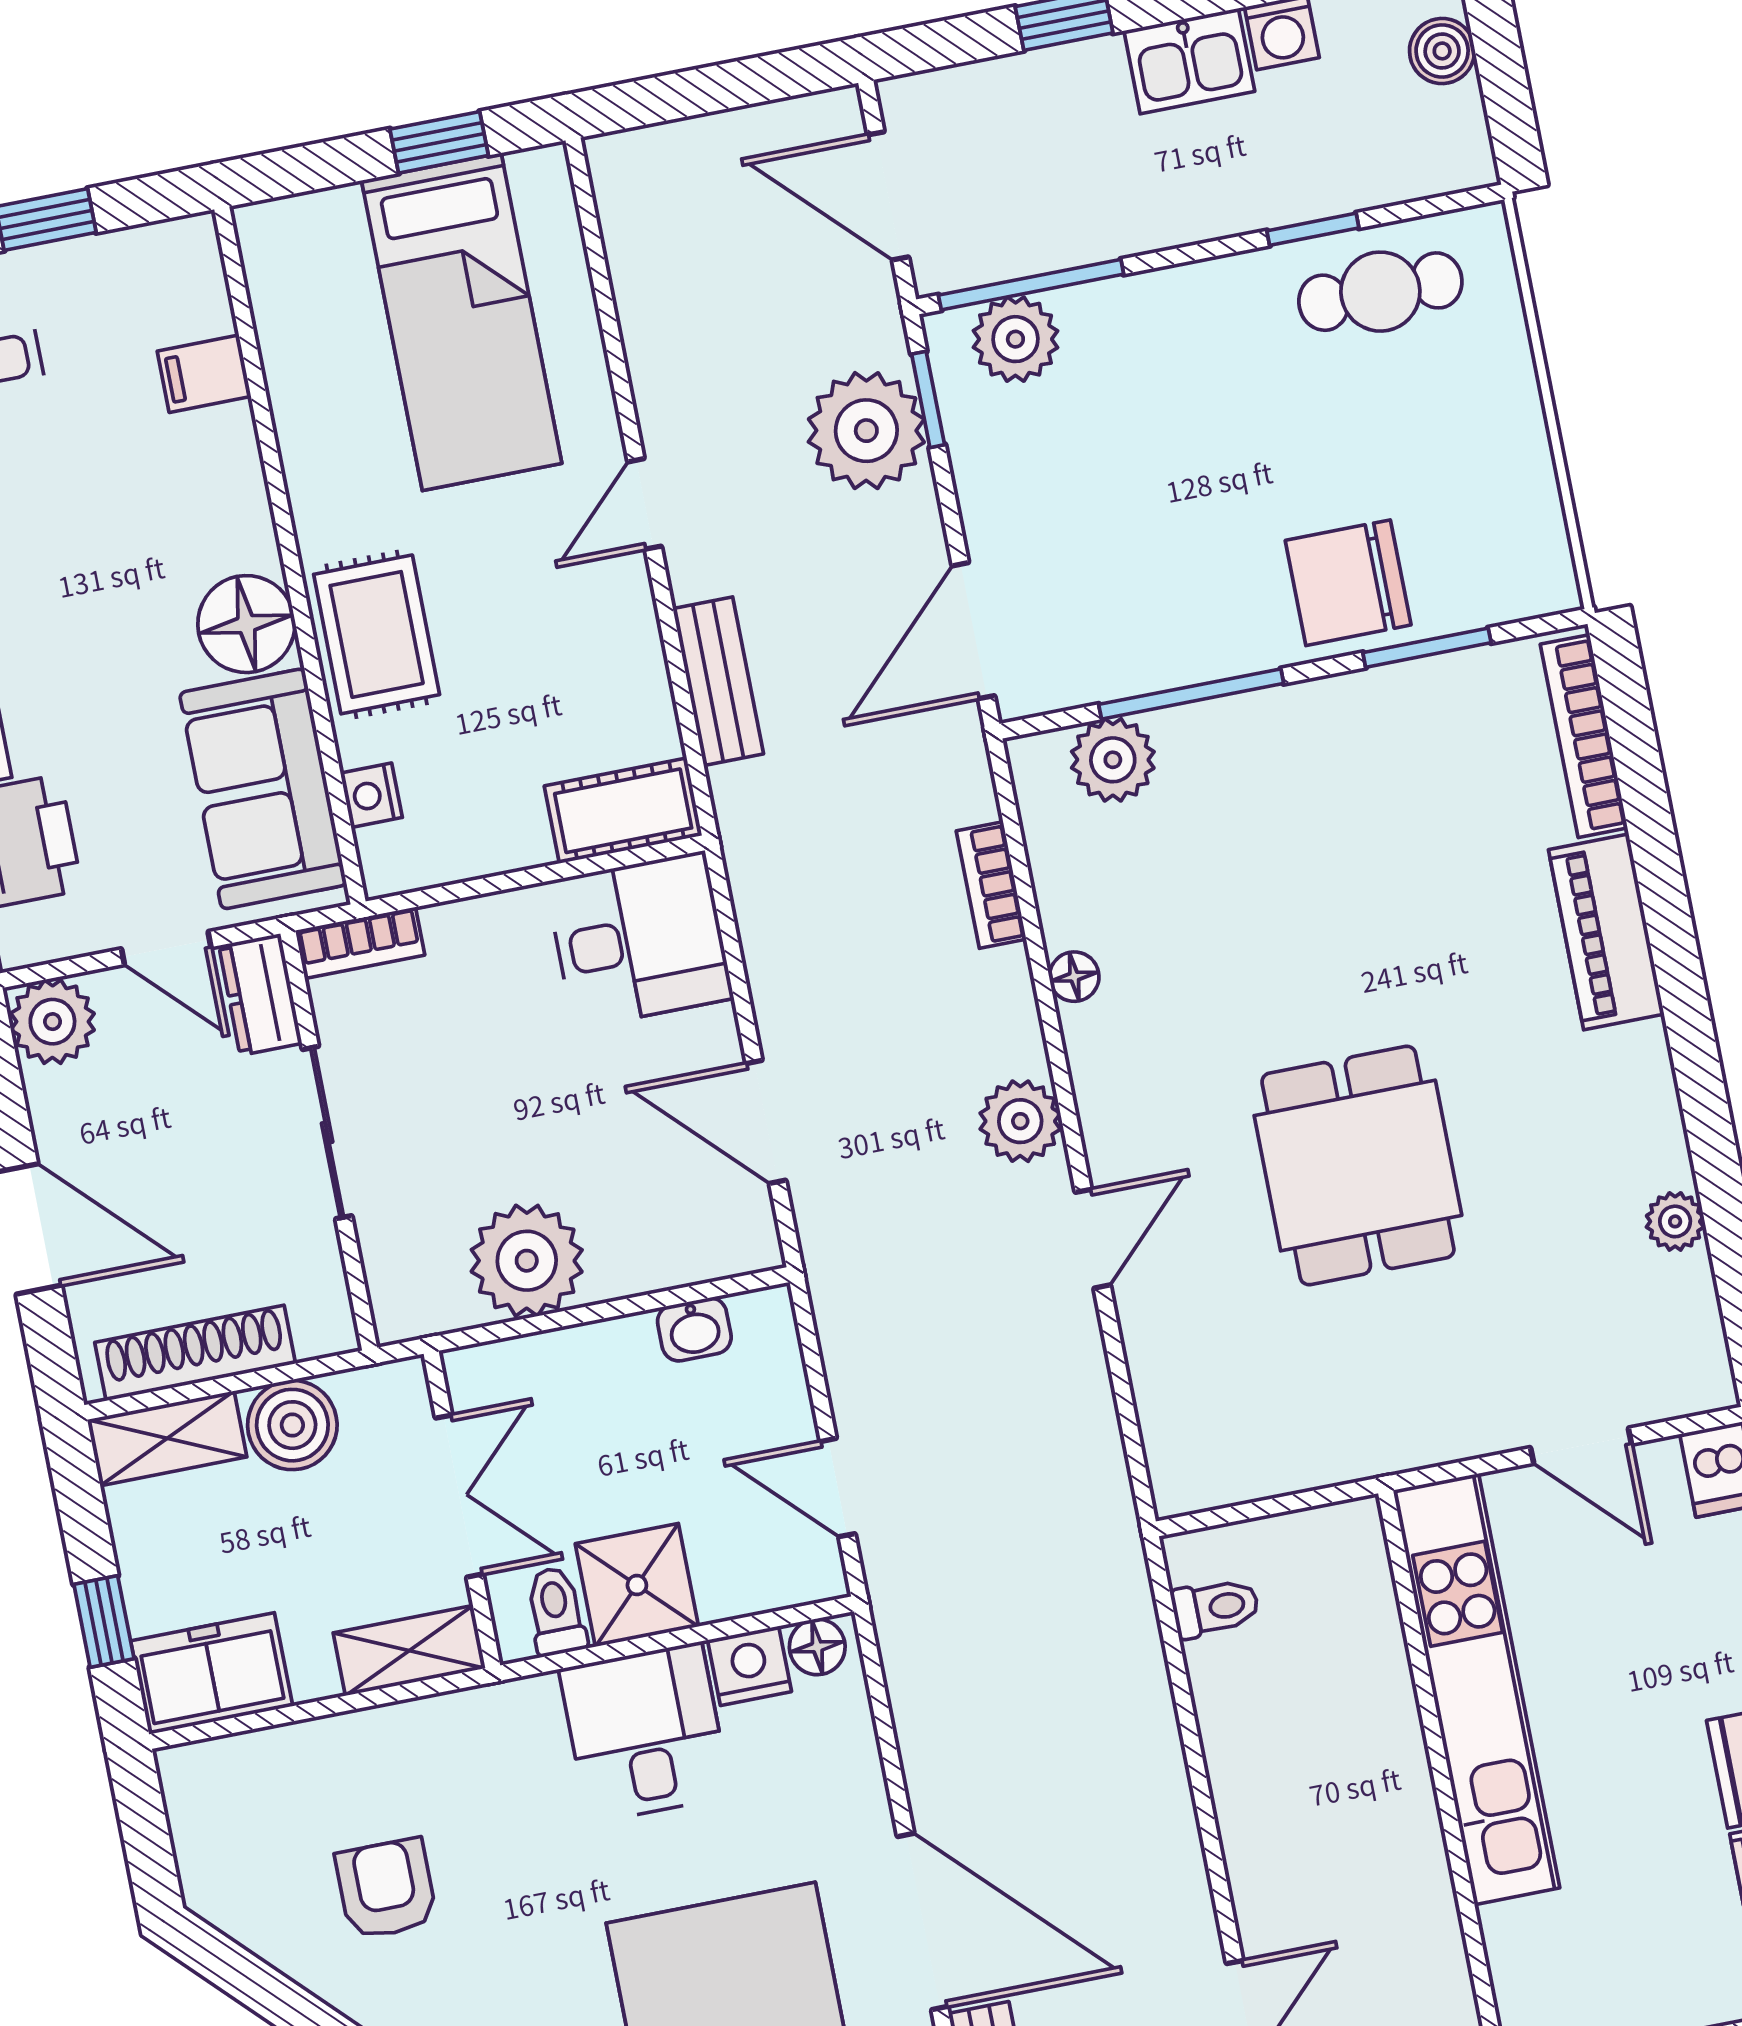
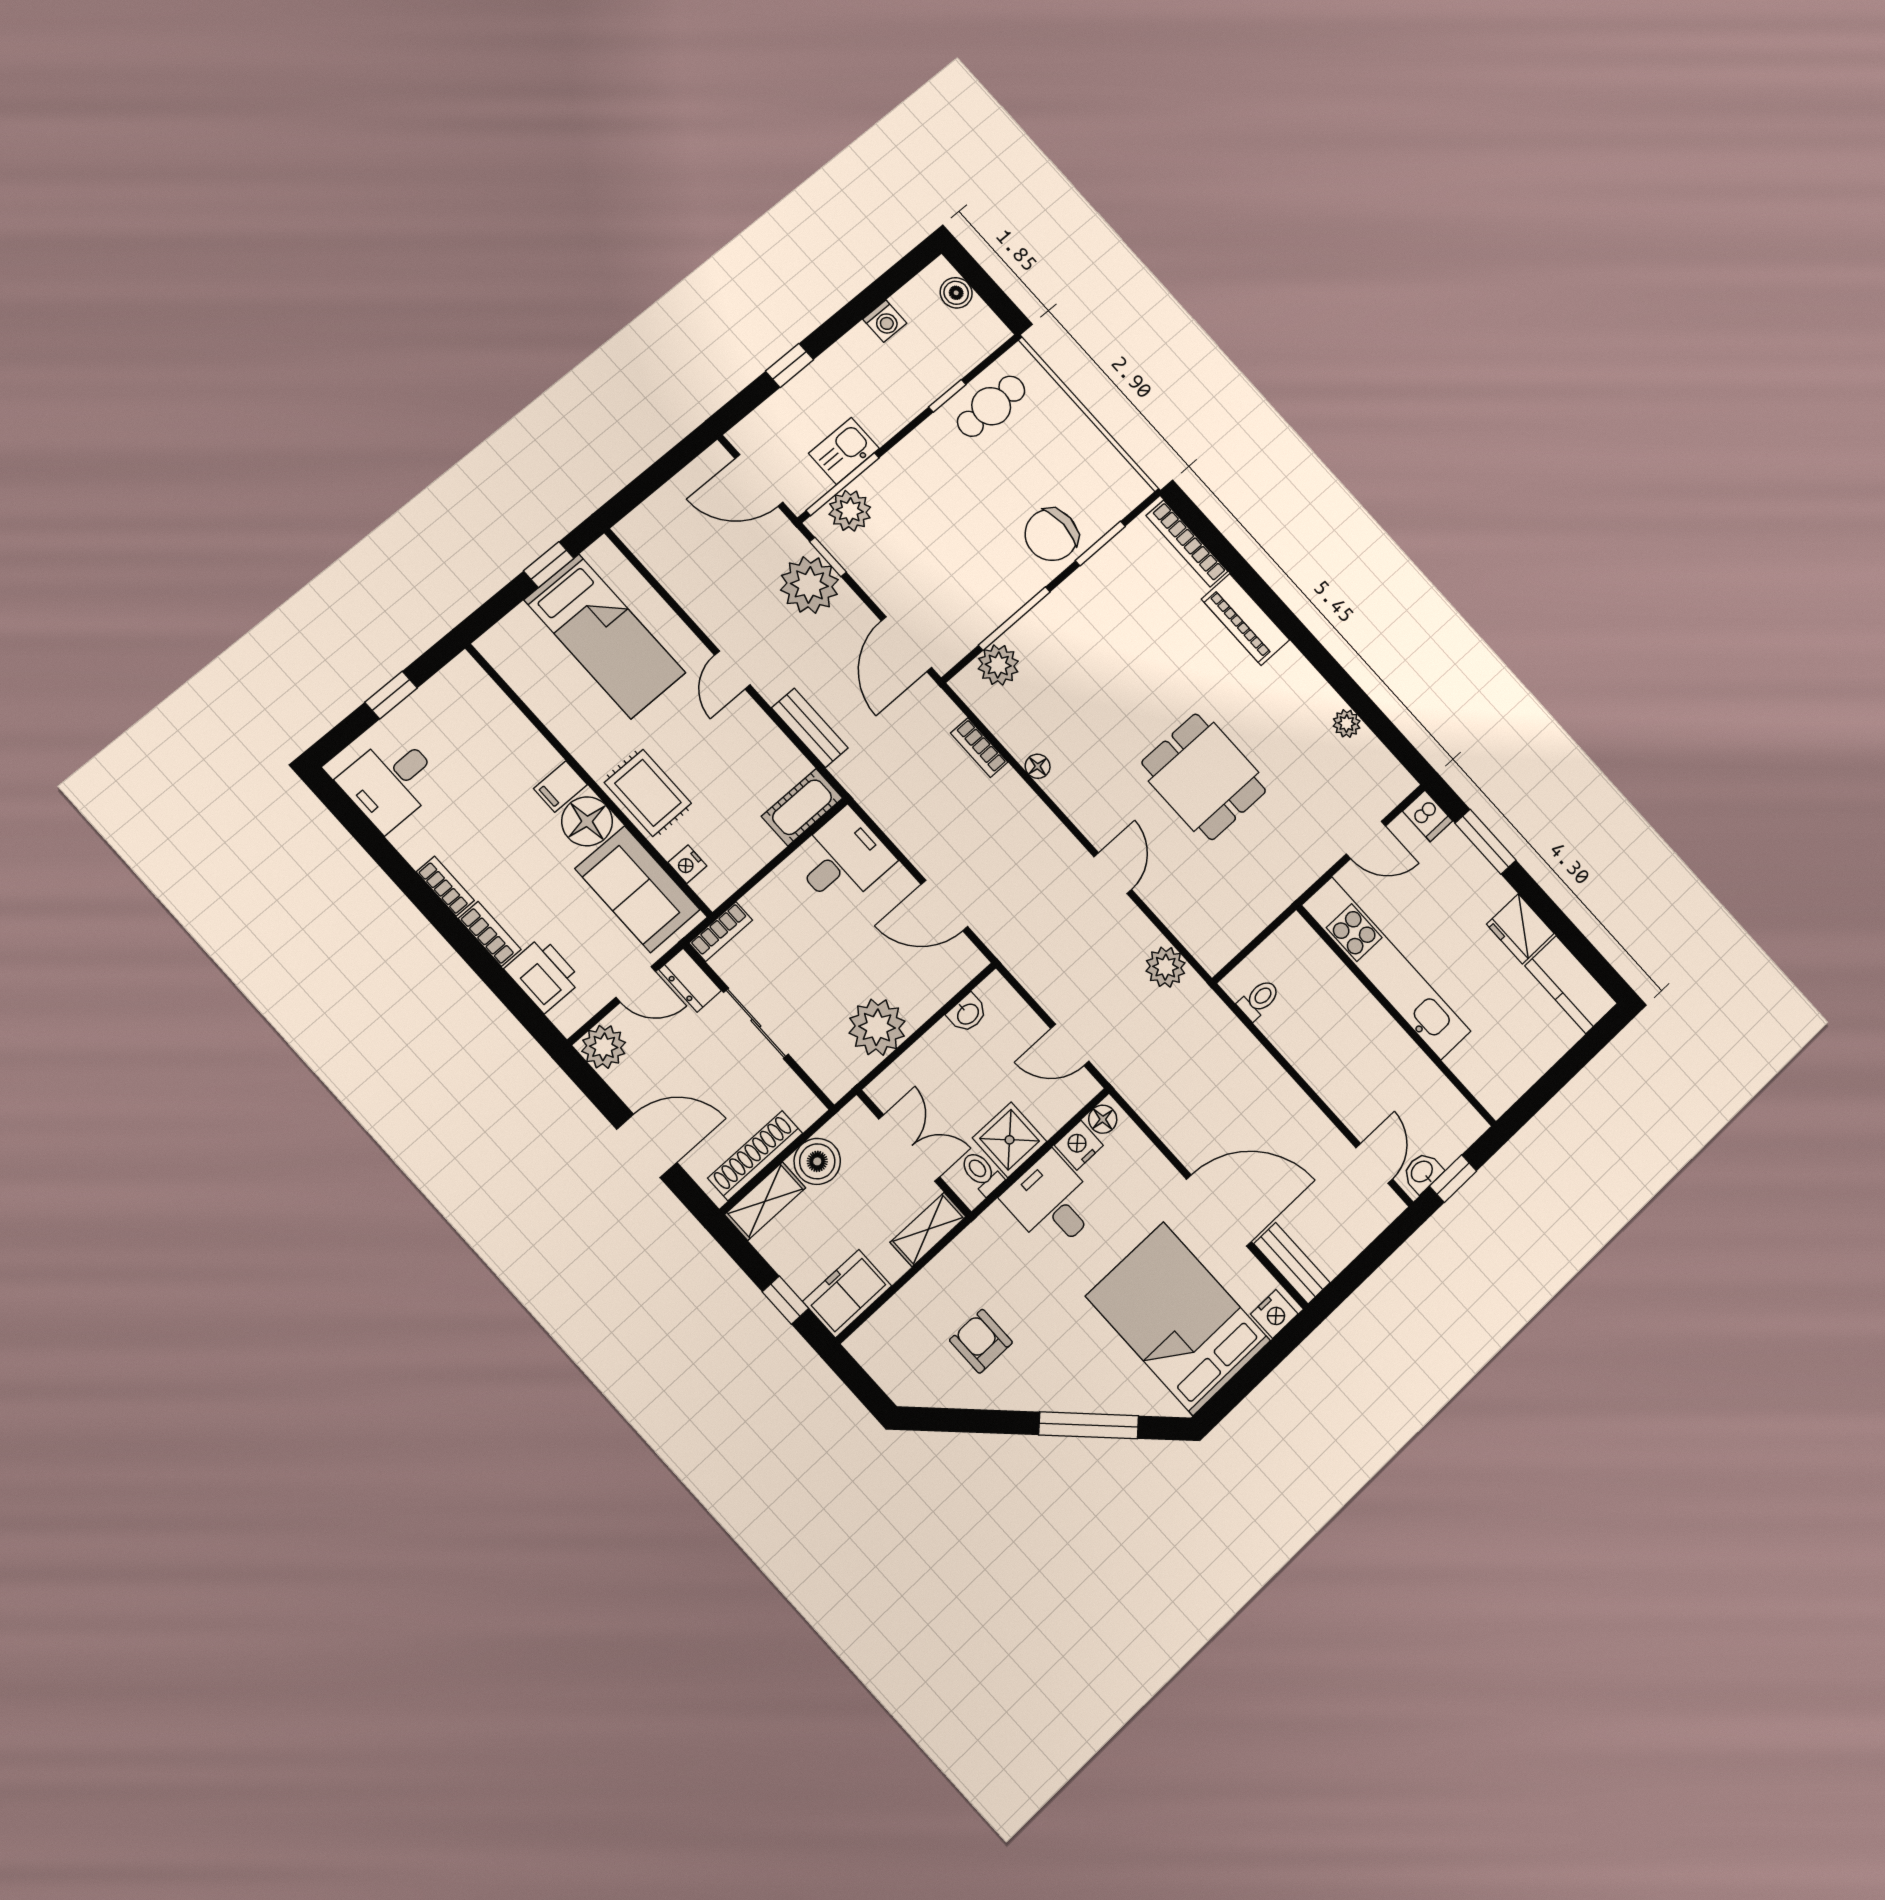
kitchen sink: (1189, 61) -> (844, 451), moved, turned 180
filing cabinet: (204, 374) -> (560, 787), moved
plant: (1020, 1121) -> (1166, 967), moved

